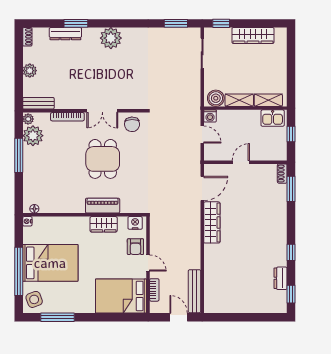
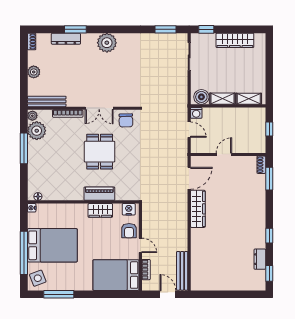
bench: (38, 103) -> (47, 101), width x1.36
kitchen sink: (273, 118) -> (253, 115), removed

